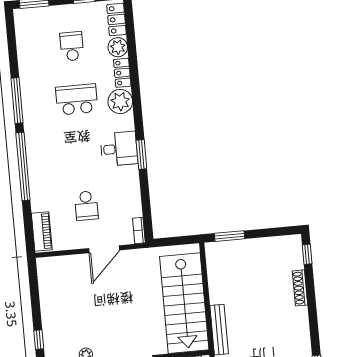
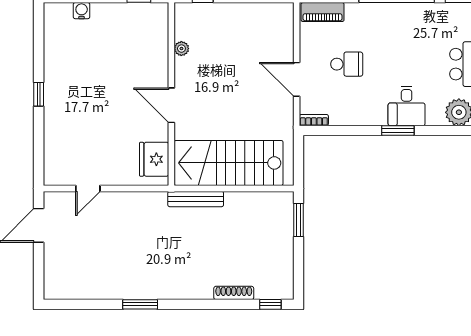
school desk: (86, 206) -> (347, 64), turned 180

